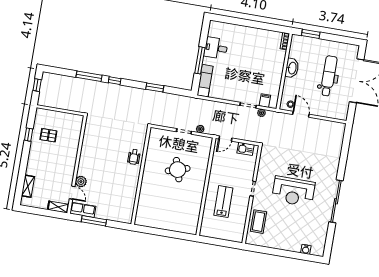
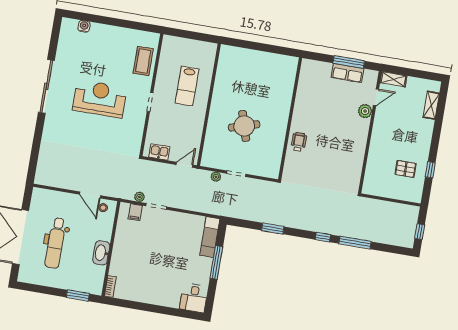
desk: (216, 48) -> (194, 298), moved, turned 90
door: (72, 193) -> (376, 97), swing flipped
row of seats: (83, 210) -> (347, 73), moved

